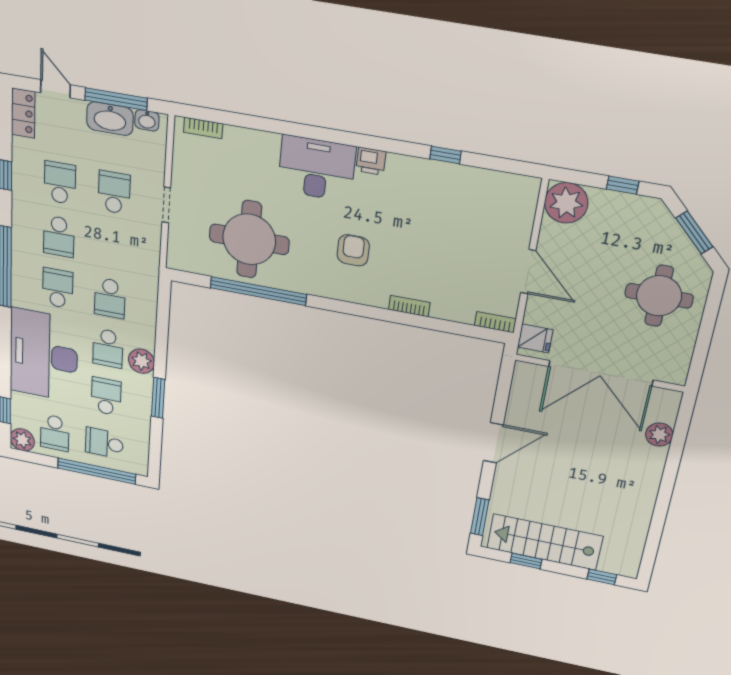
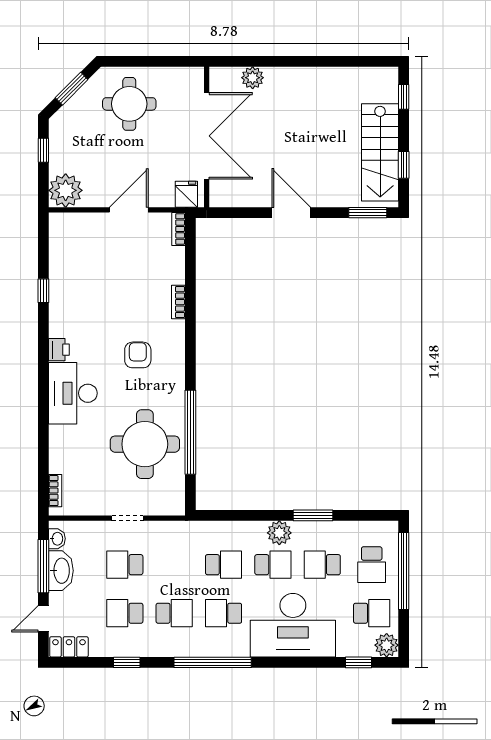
armchair: (353, 250) -> (138, 355), turned 90

